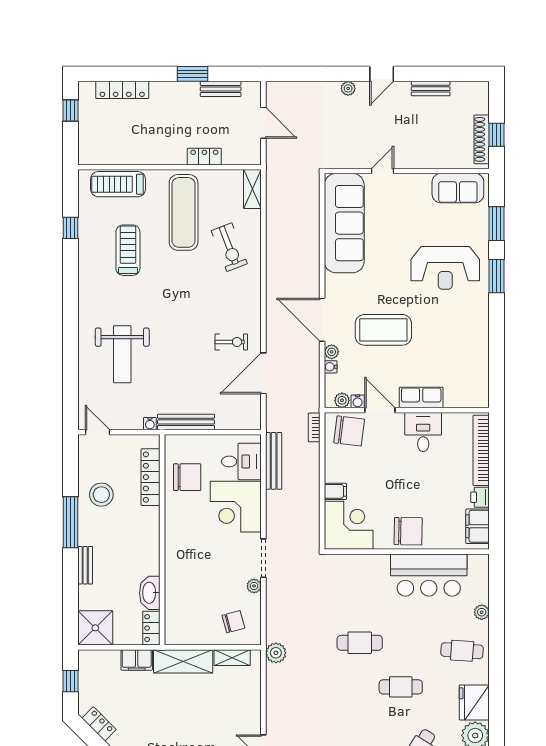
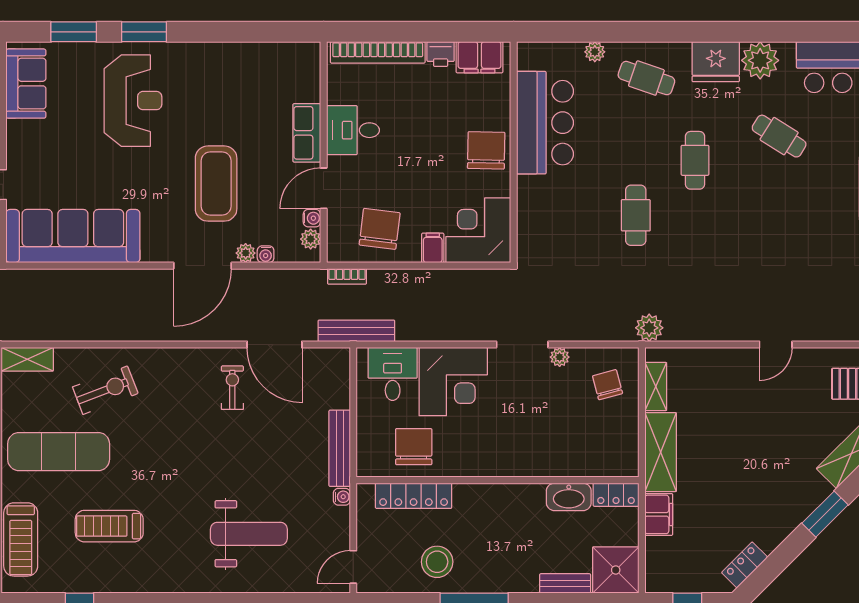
chair: (349, 431) -> (380, 229), moved
bench: (274, 461) -> (356, 331), moved
bench: (85, 565) -> (565, 583), moved
cafe table: (462, 651) -> (646, 78), turned -75

